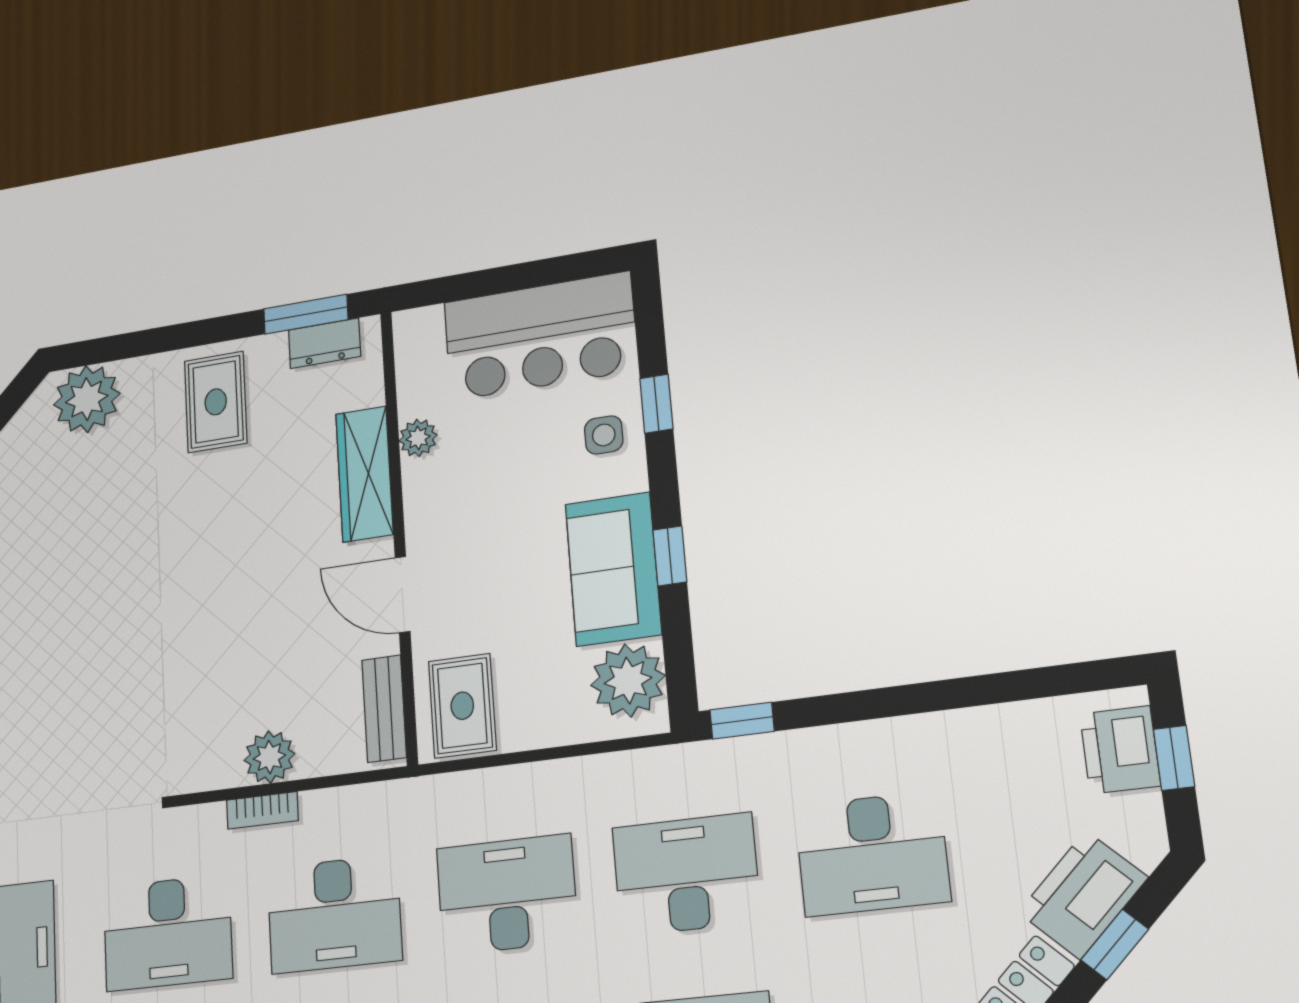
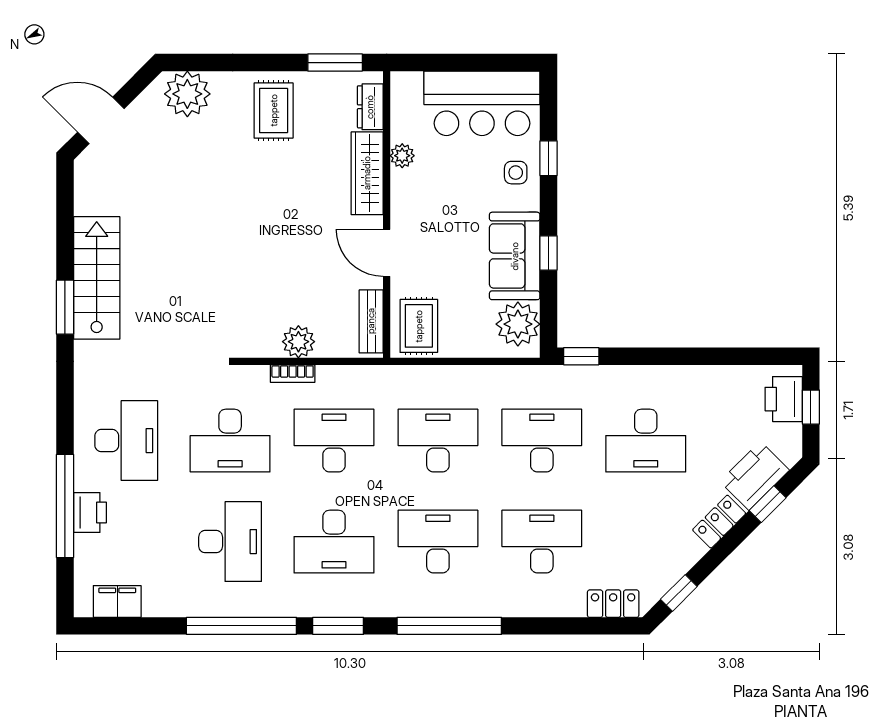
dresser: (325, 343) -> (370, 107), moved, turned 90
desk: (334, 914) -> (334, 441), turned 180

